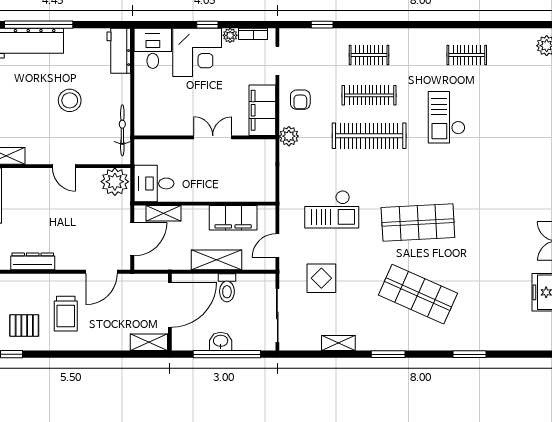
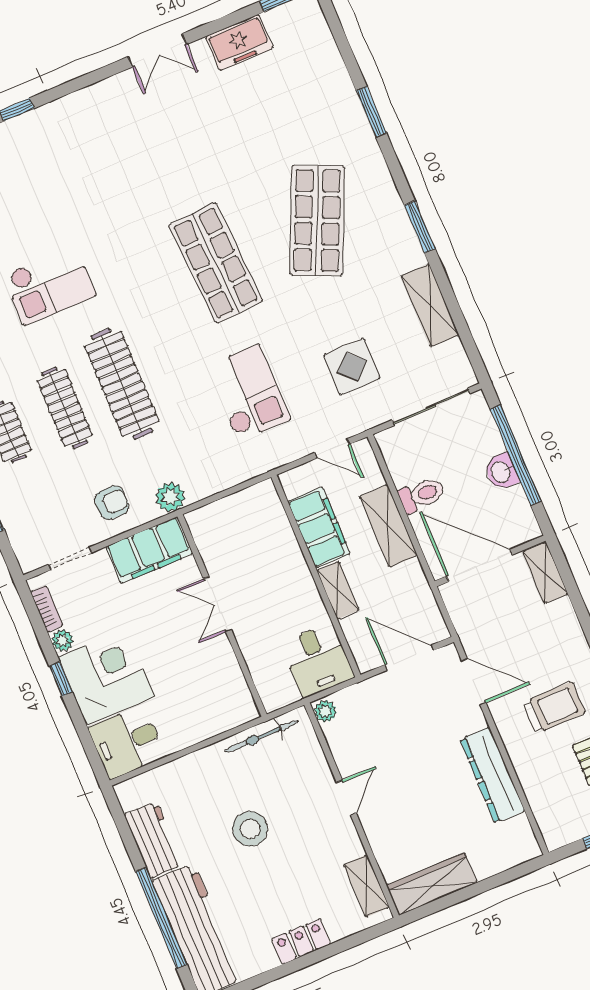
workbench: (119, 51) -> (154, 840), moved, turned -90
plant: (115, 182) -> (325, 711), width x0.53, depth x0.53
shelving: (164, 213) -> (338, 590), moved
dresser: (33, 261) -> (492, 775), width x1.37, depth x1.24
shelving: (338, 343) -> (430, 305), width x1.50, depth x1.33

